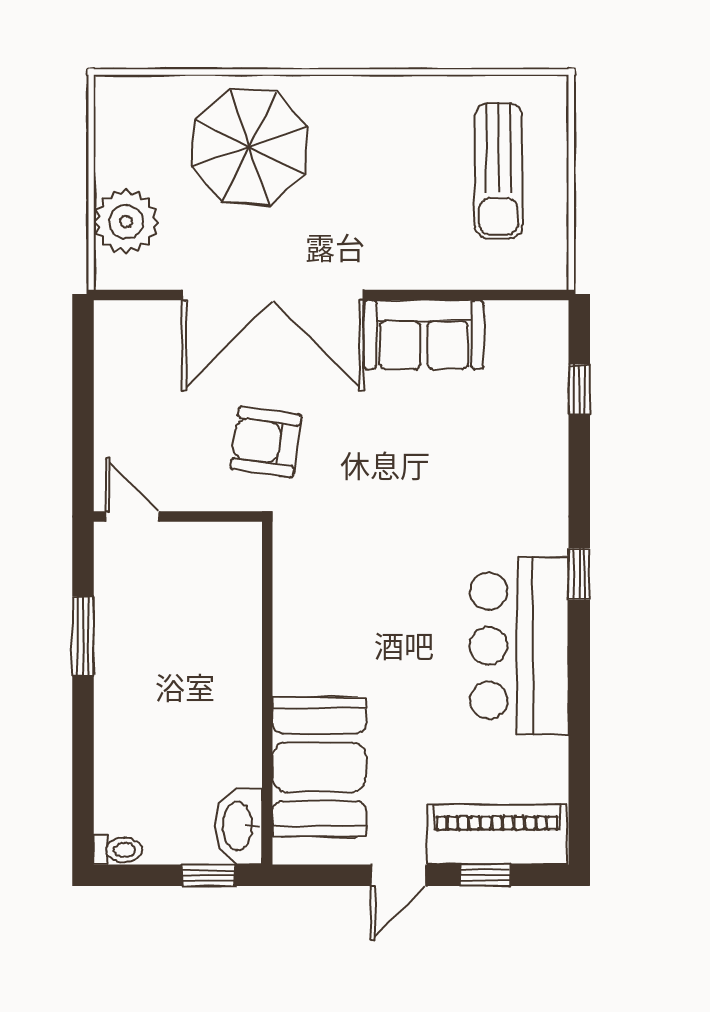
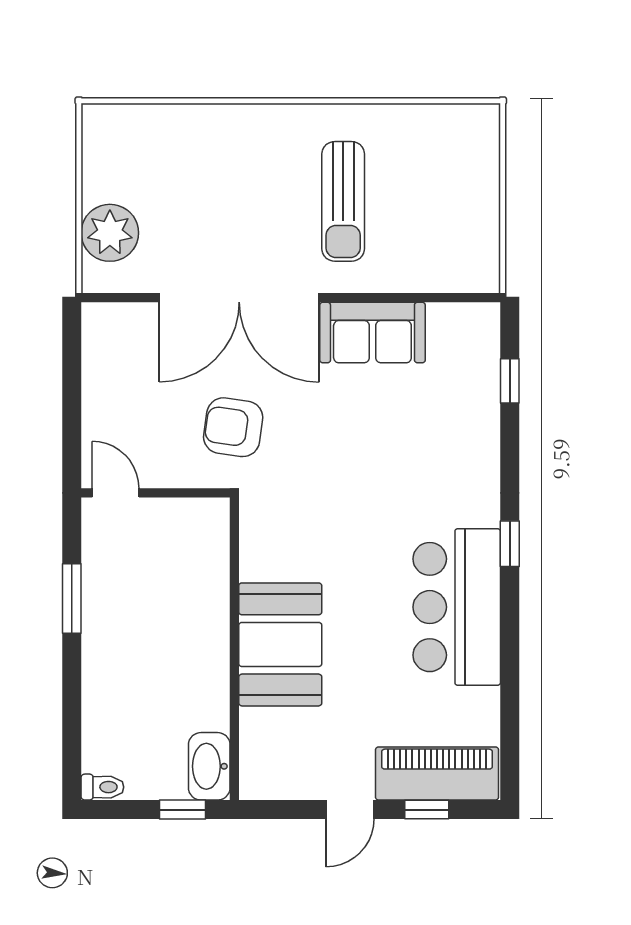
parasol: (250, 147) -> (219, 167), removed
sun lounger: (499, 171) -> (343, 201), moved
booth: (319, 767) -> (280, 644), moved

